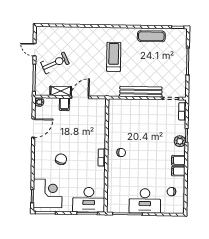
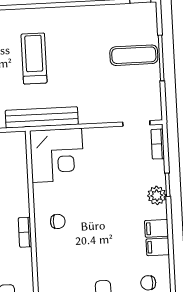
exercise mat: (151, 36) -> (134, 55), moved
bench: (141, 92) -> (42, 117), moved
corner desk: (123, 114) -> (57, 155), added

